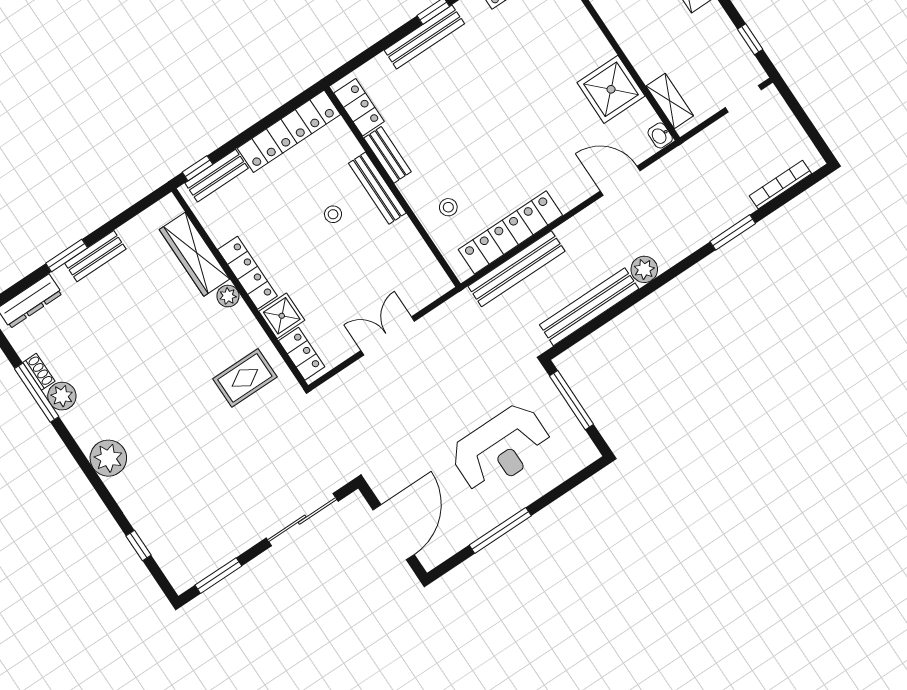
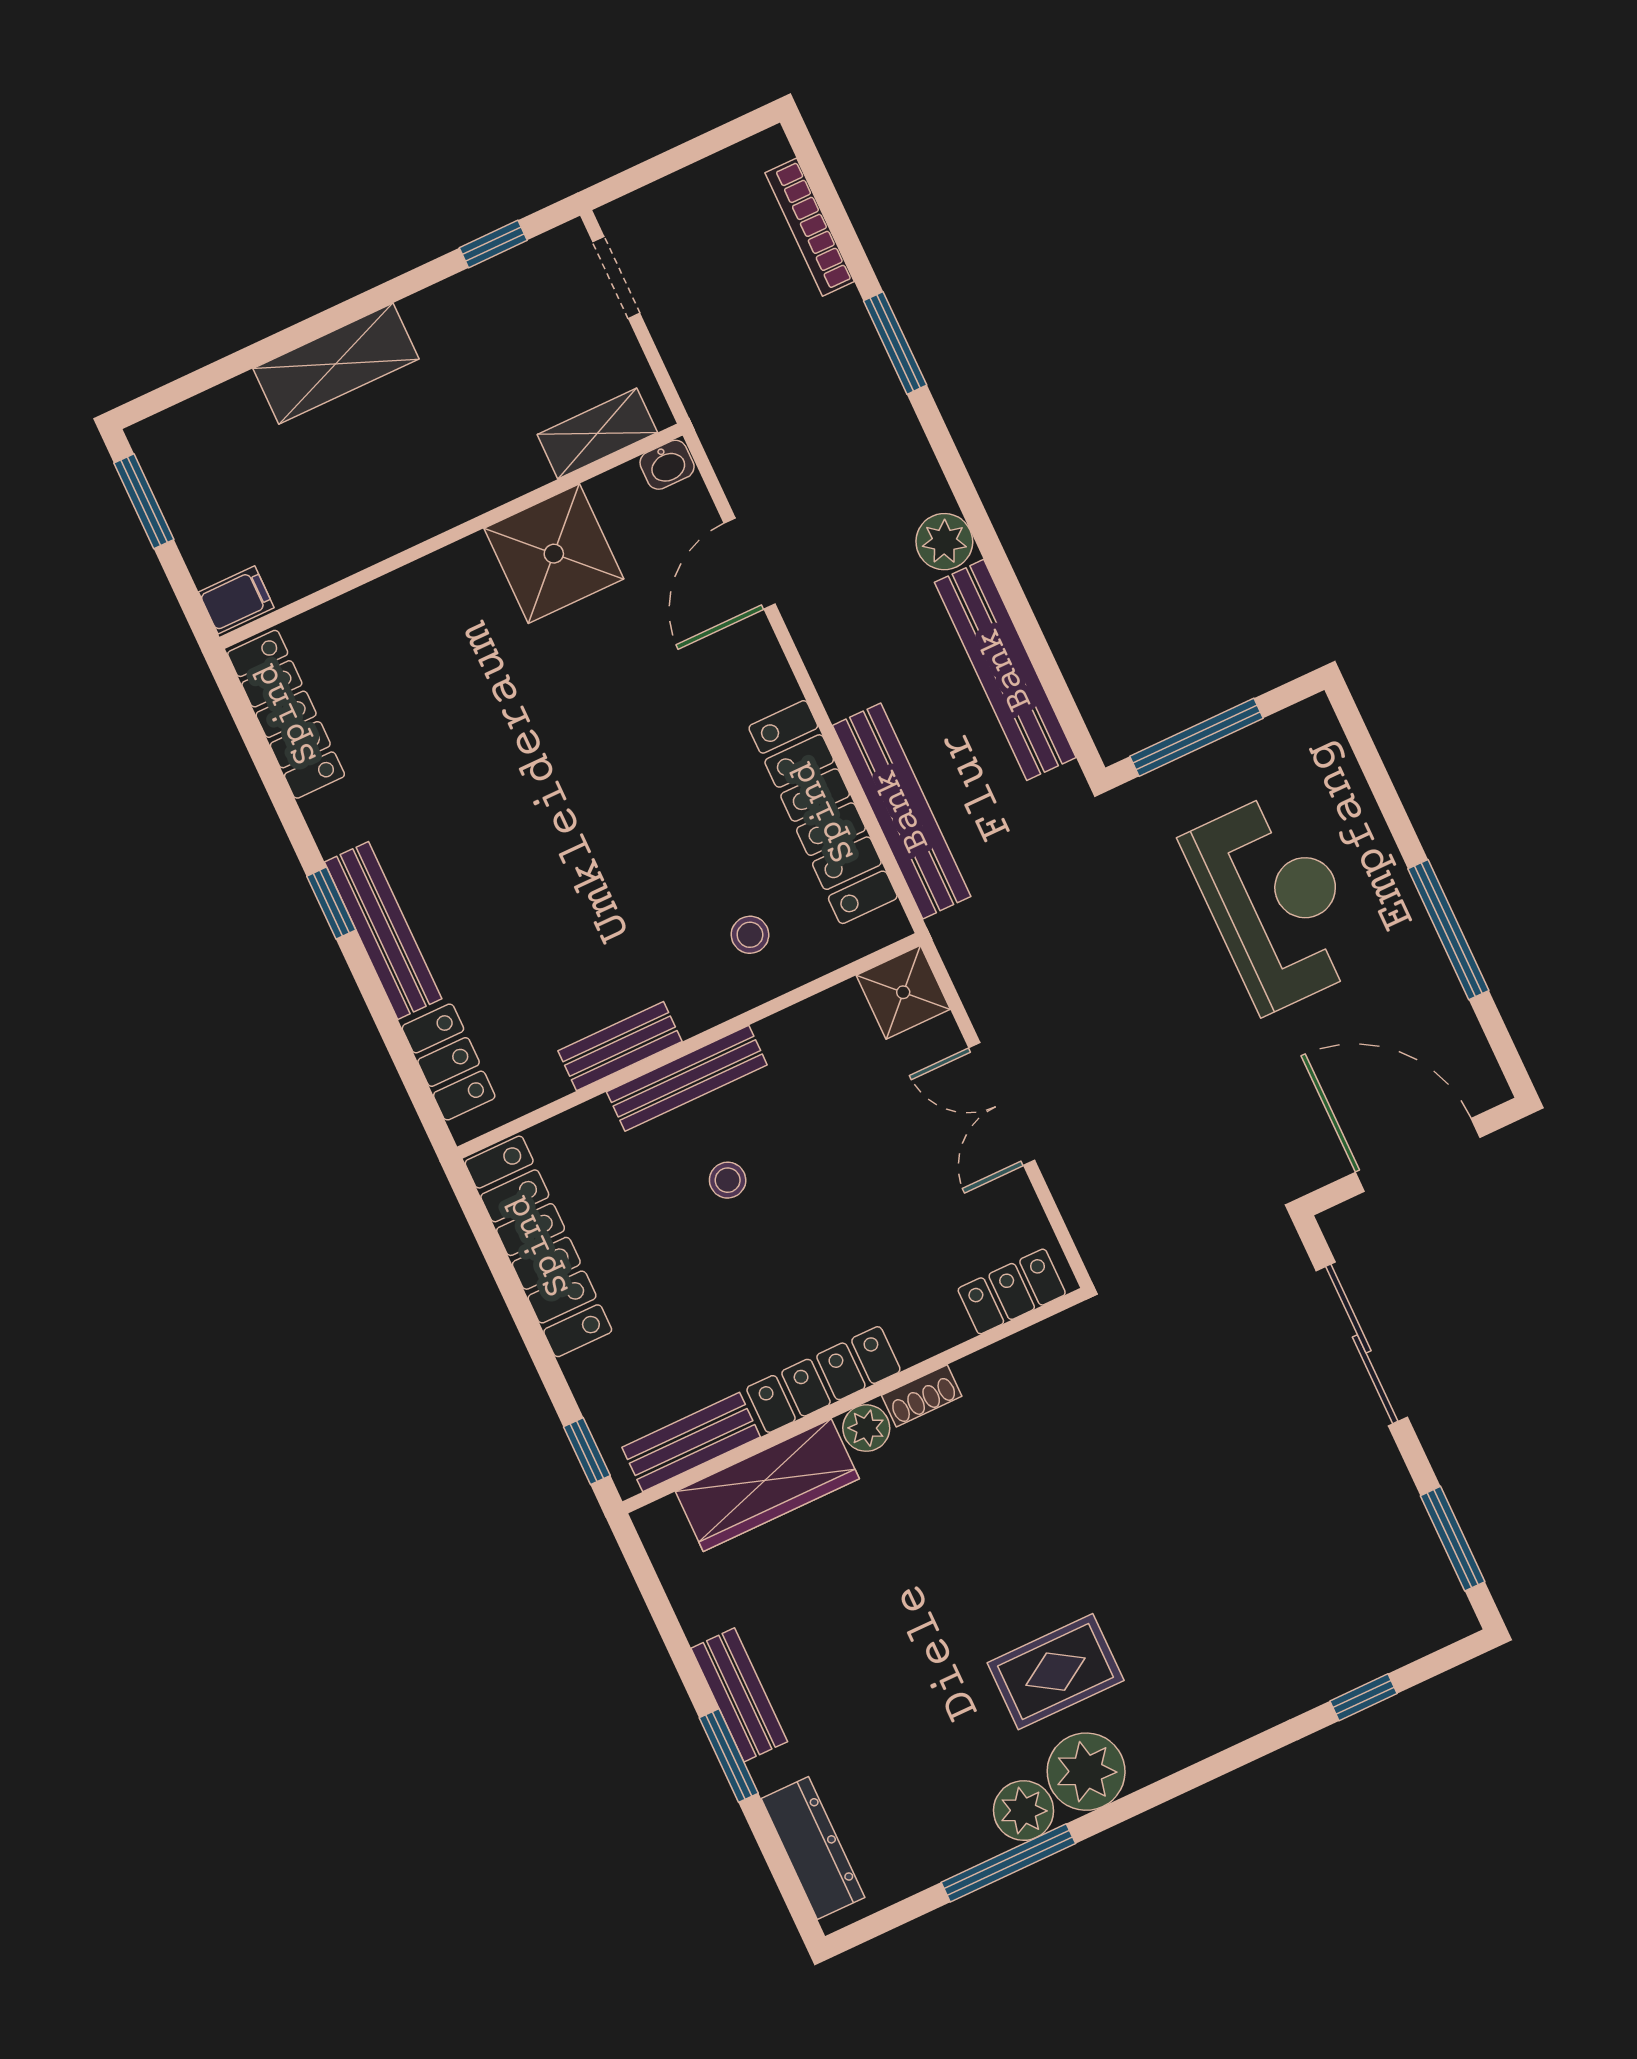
locker: (359, 107) -> (449, 1062), moved, turned 90
bench: (217, 176) -> (691, 1442), moved, turned 90
shower: (282, 316) -> (903, 992), moved
shoe rack: (39, 372) -> (922, 1396), moved, turned 180
rug: (245, 378) -> (1056, 1672), moved, turned 90
plant: (108, 458) -> (1086, 1772), moved

